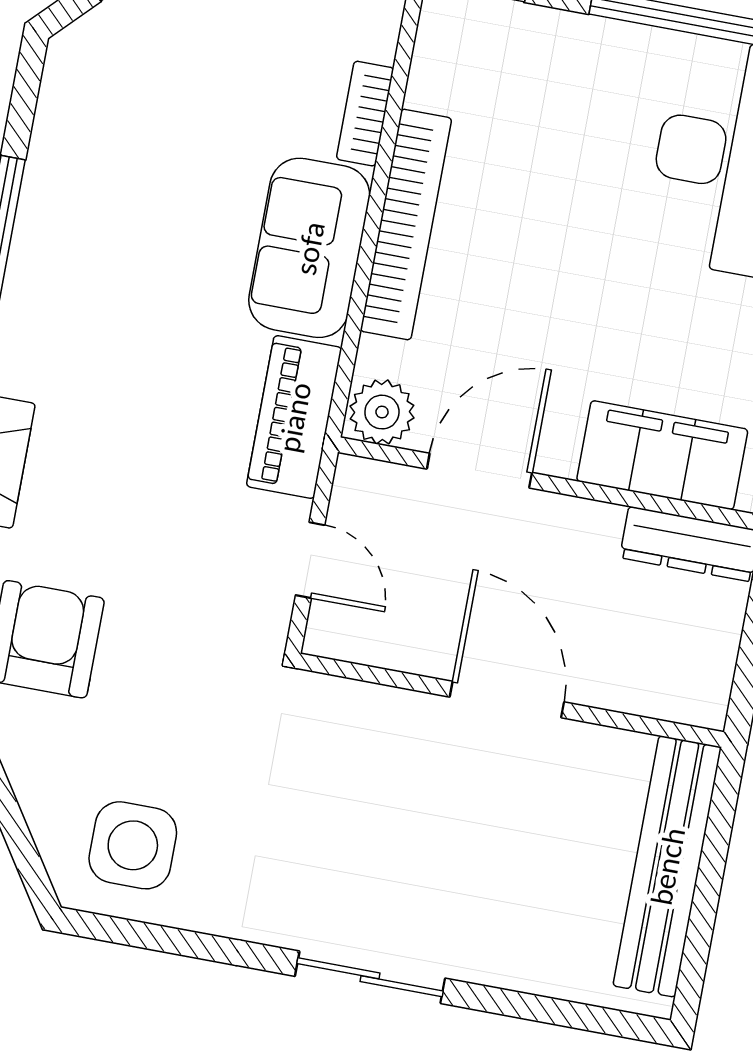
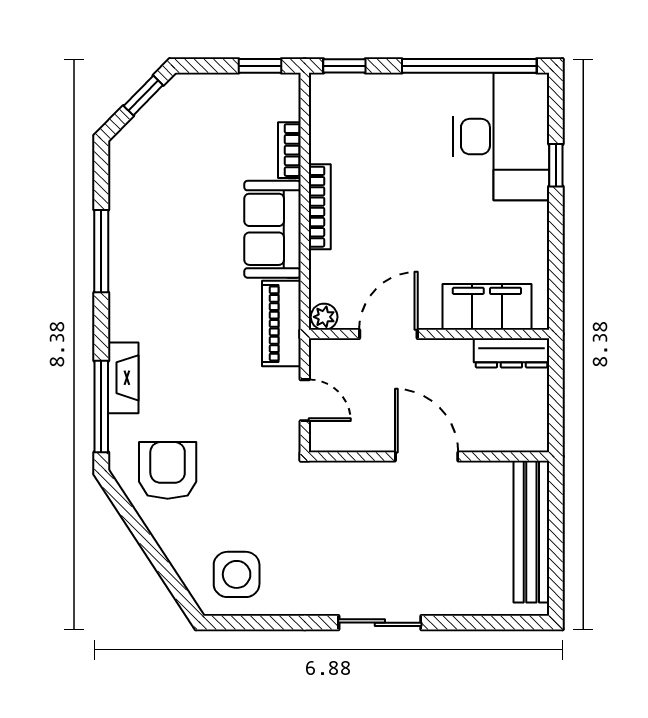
bookcase: (406, 225) -> (320, 207), width x0.68, depth x0.76
plant: (382, 412) -> (324, 317), width x0.73, depth x0.73

